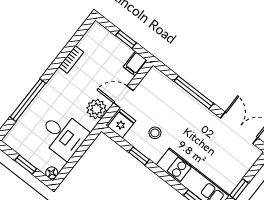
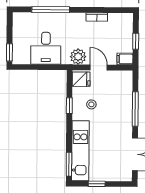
window: (26, 165) -> (9, 52), moved
floor lamp: (52, 173) -> (17, 59), removed

